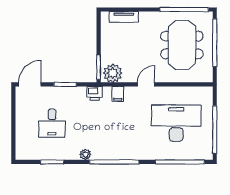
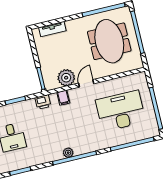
plant: (113, 73) -> (66, 78), moved
plant: (85, 154) -> (68, 153), moved

